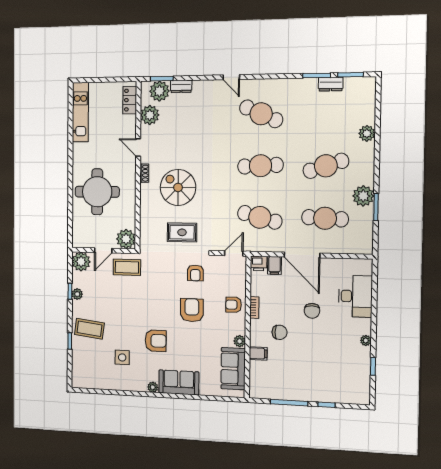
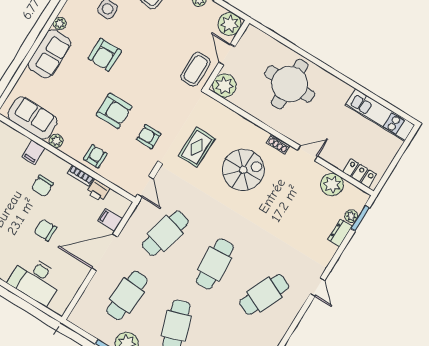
door: (231, 77) -> (318, 287), swing flipped
plant: (159, 91) -> (351, 216), width x0.53, depth x0.53
printer: (259, 263) -> (98, 190), moved, turned -90

